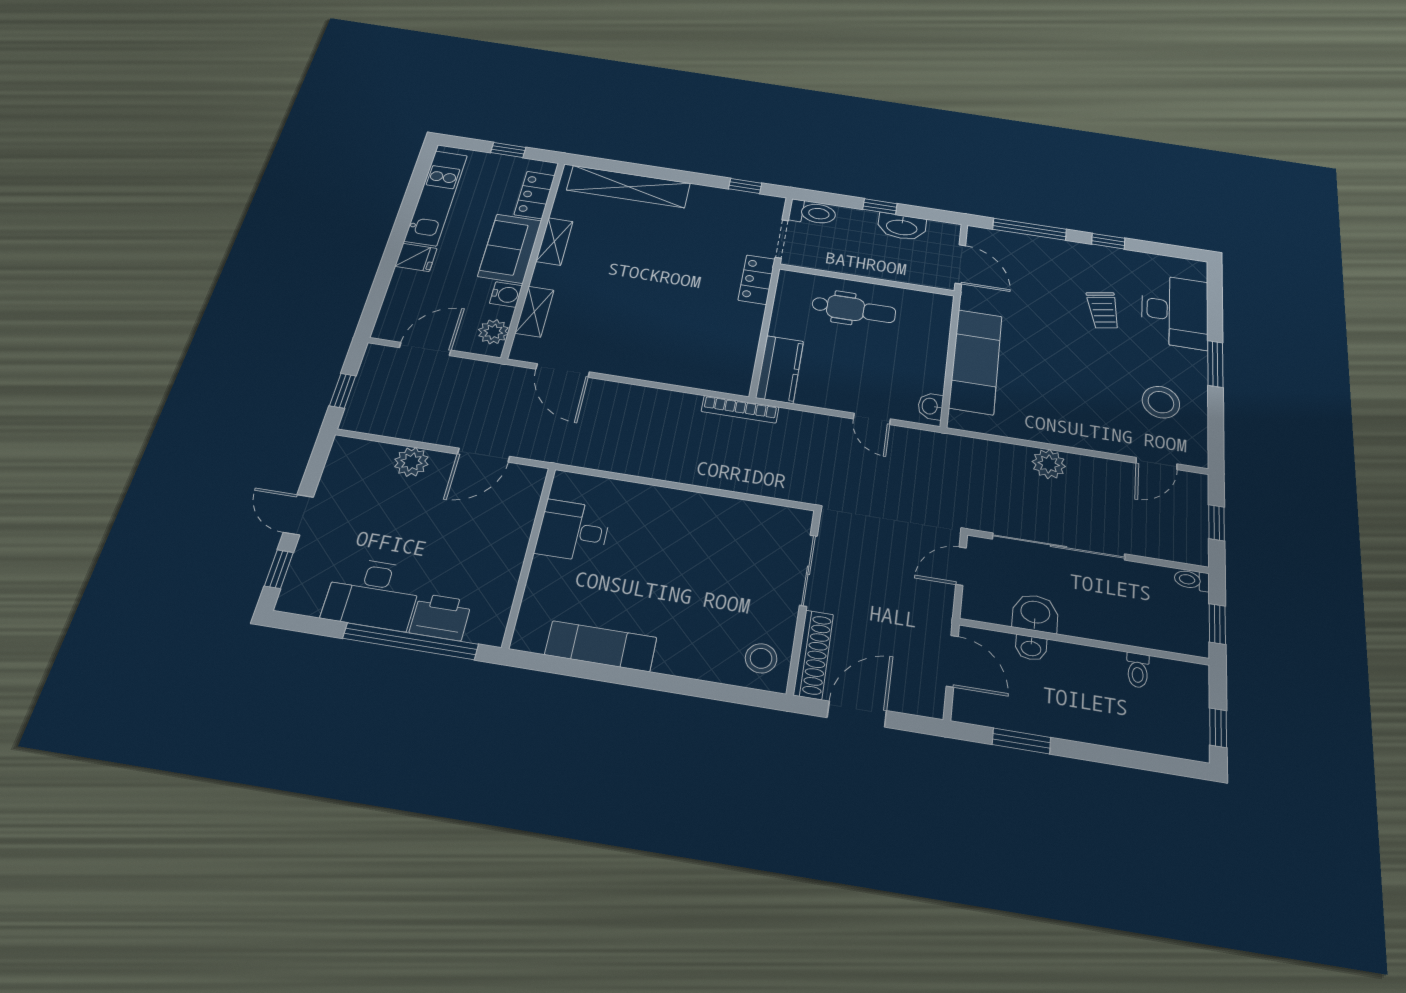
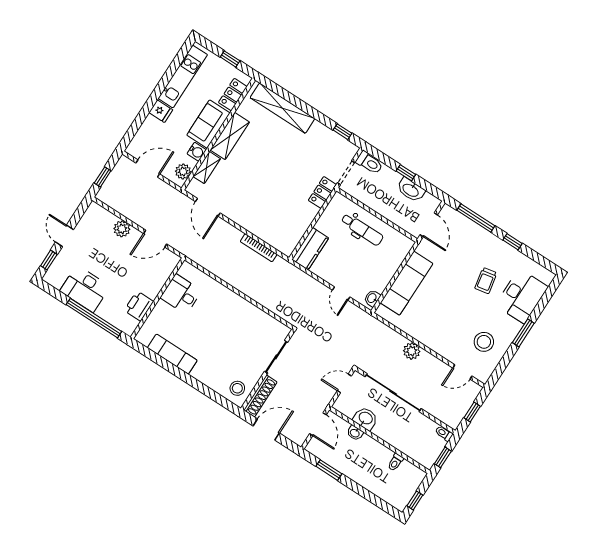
shelving: (554, 241) -> (230, 136), width x1.50, depth x1.33
bookcase: (740, 409) -> (259, 248), moved
printer: (441, 617) -> (139, 306), moved, turned -90

